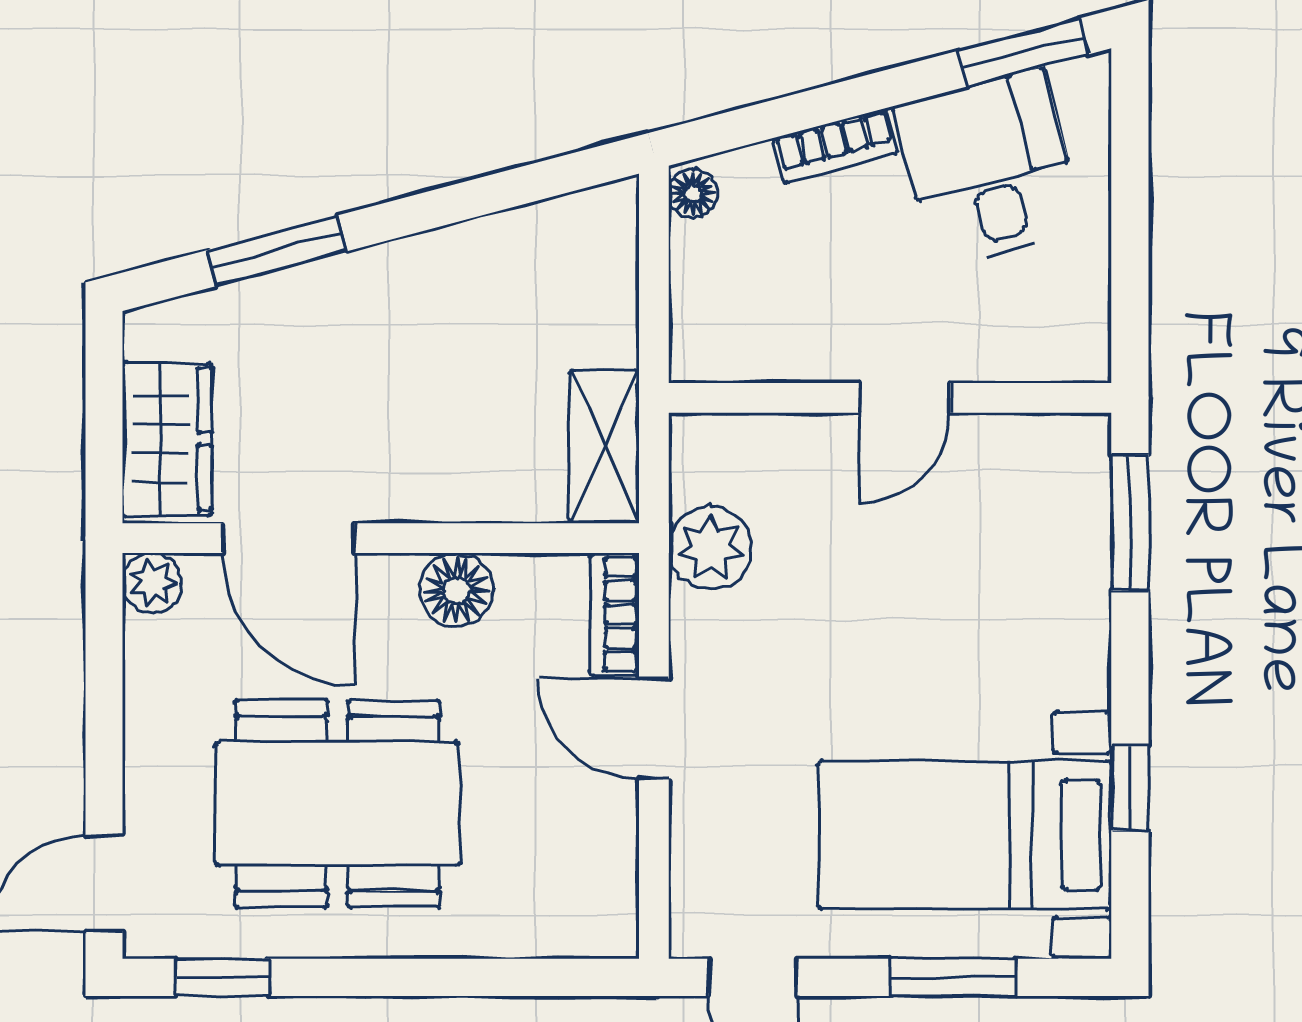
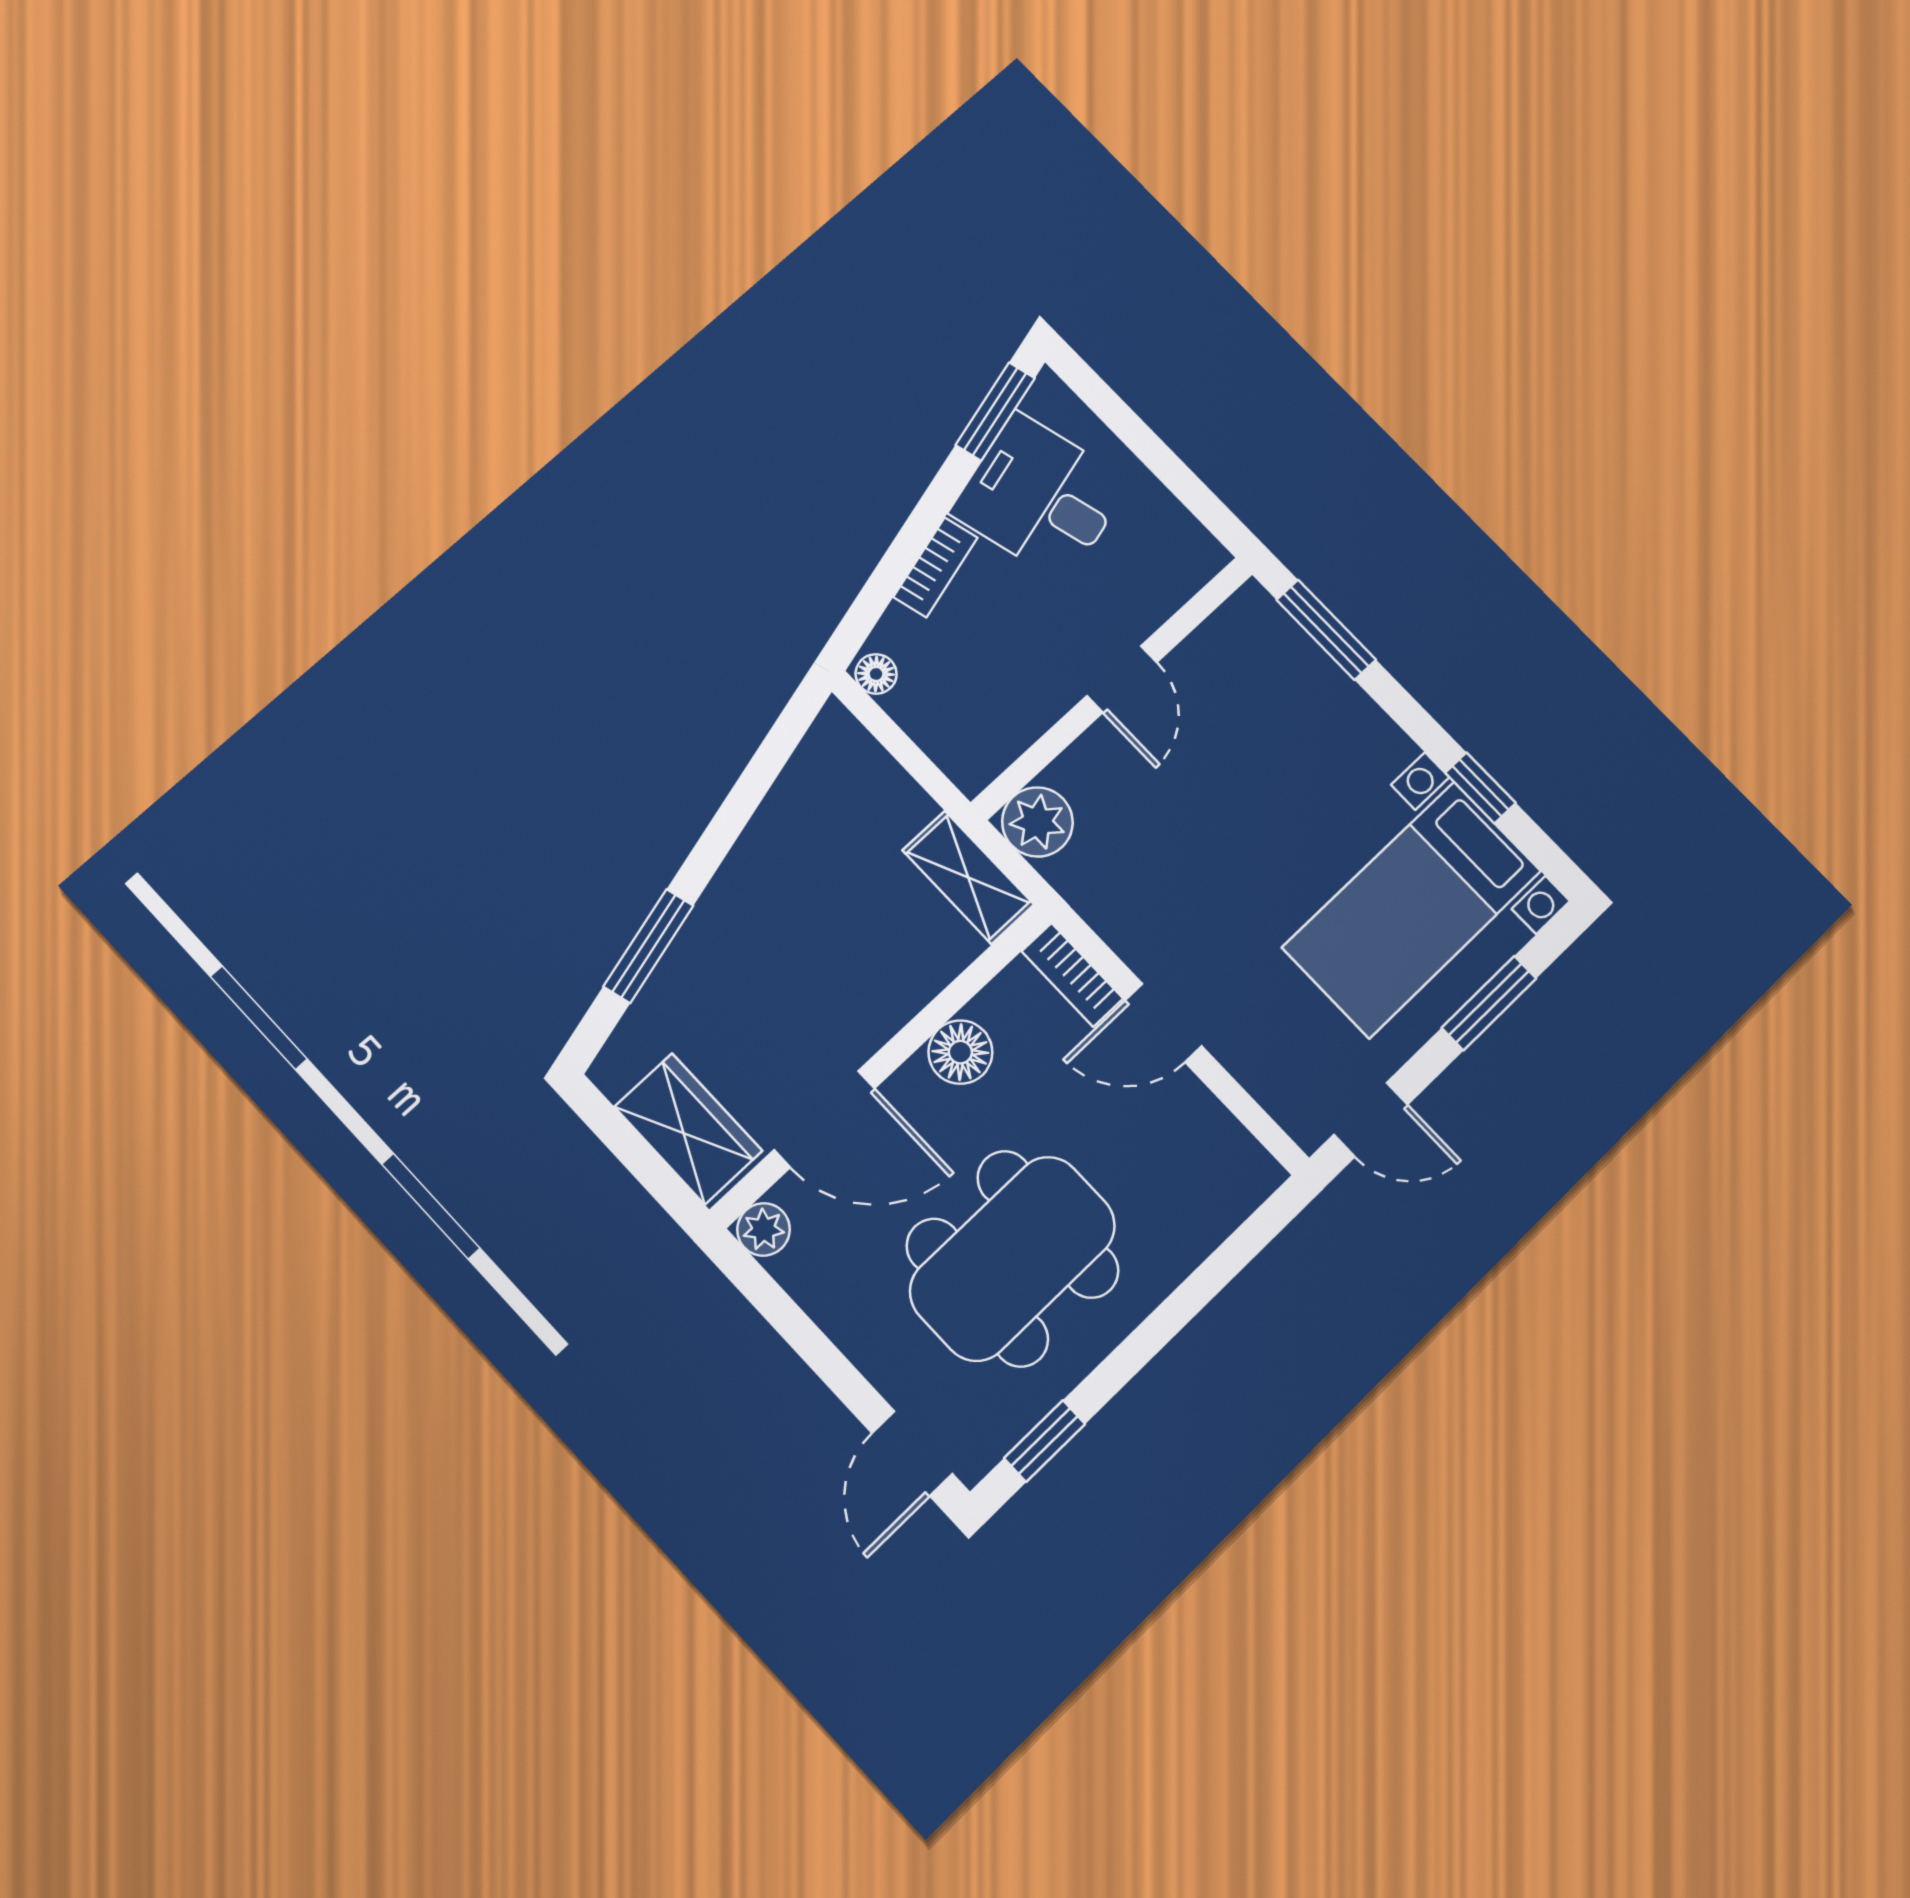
plant: (710, 548) -> (1037, 822), moved

